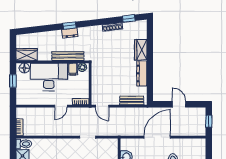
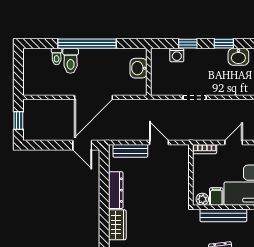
door: (179, 104) -> (82, 145), moved
door: (102, 106) -> (159, 143), moved

